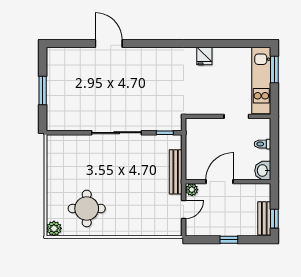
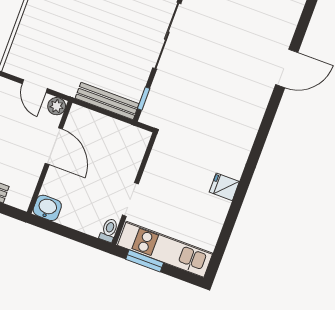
window: (274, 69) -> (145, 261), moved
toilet: (263, 144) -> (109, 230), moved
bench: (176, 172) -> (107, 101), moved

